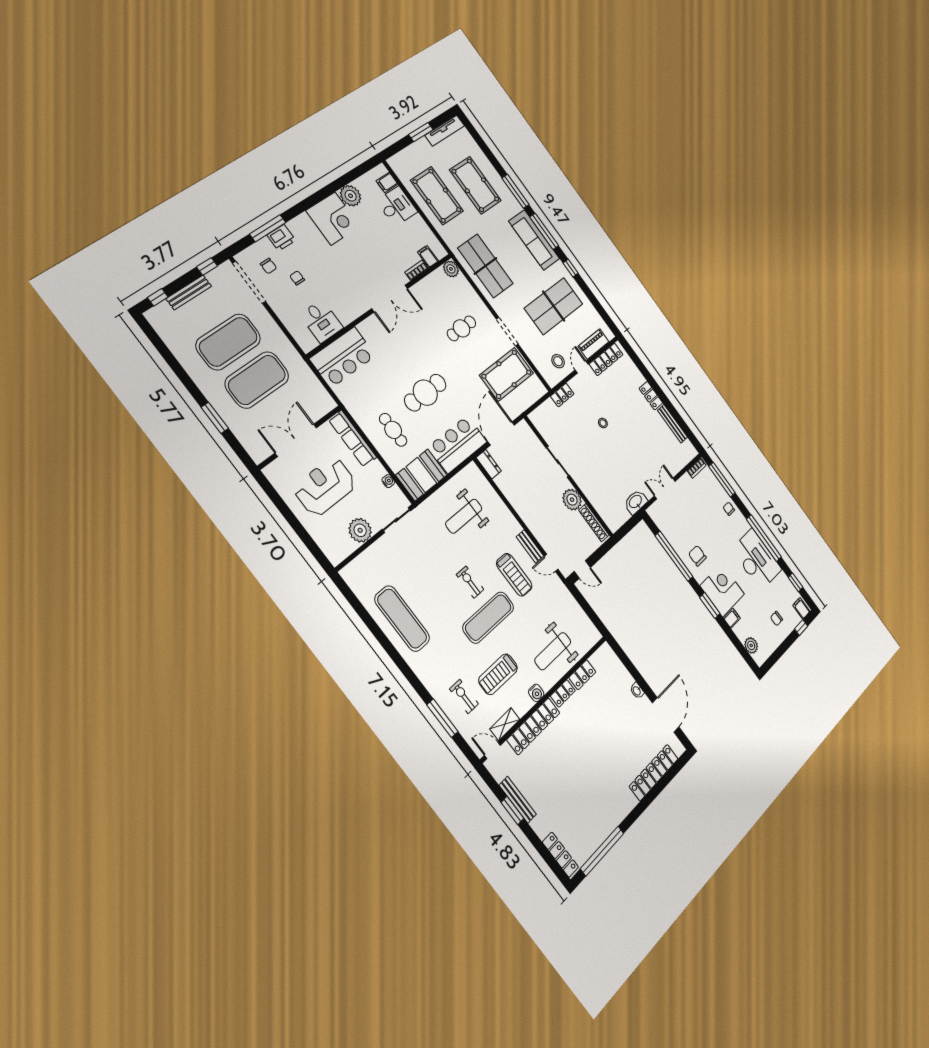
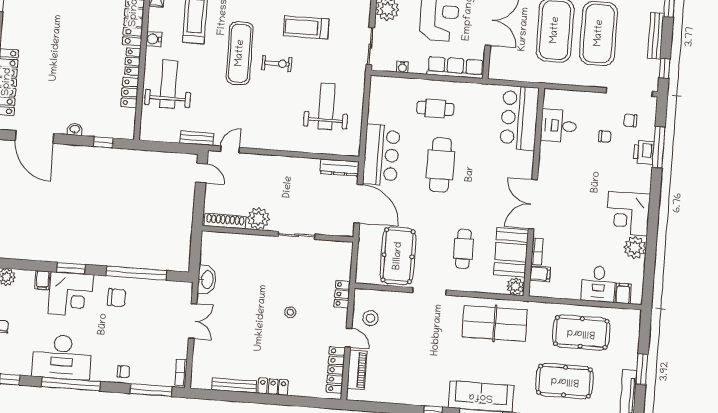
table tennis table: (554, 306) -> (416, 360), removed
dresser: (489, 464) -> (339, 168), width x1.44
booth: (421, 475) -> (511, 252), moved
bench: (530, 546) -> (197, 138), moved
door: (582, 569) -> (201, 173), swing flipped
treadmill: (514, 575) -> (306, 27), moved
window: (626, 661) -> (103, 142), added

